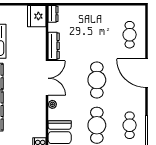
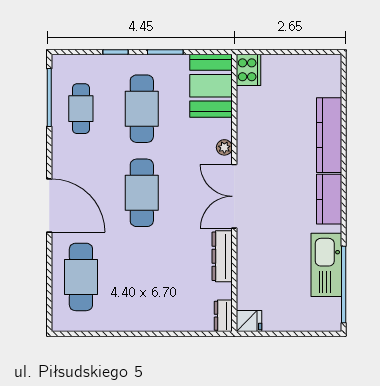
fridge: (37, 16) -> (249, 321), width x0.53, depth x0.75
cafe table: (130, 35) -> (81, 277), width x1.37, depth x1.35

